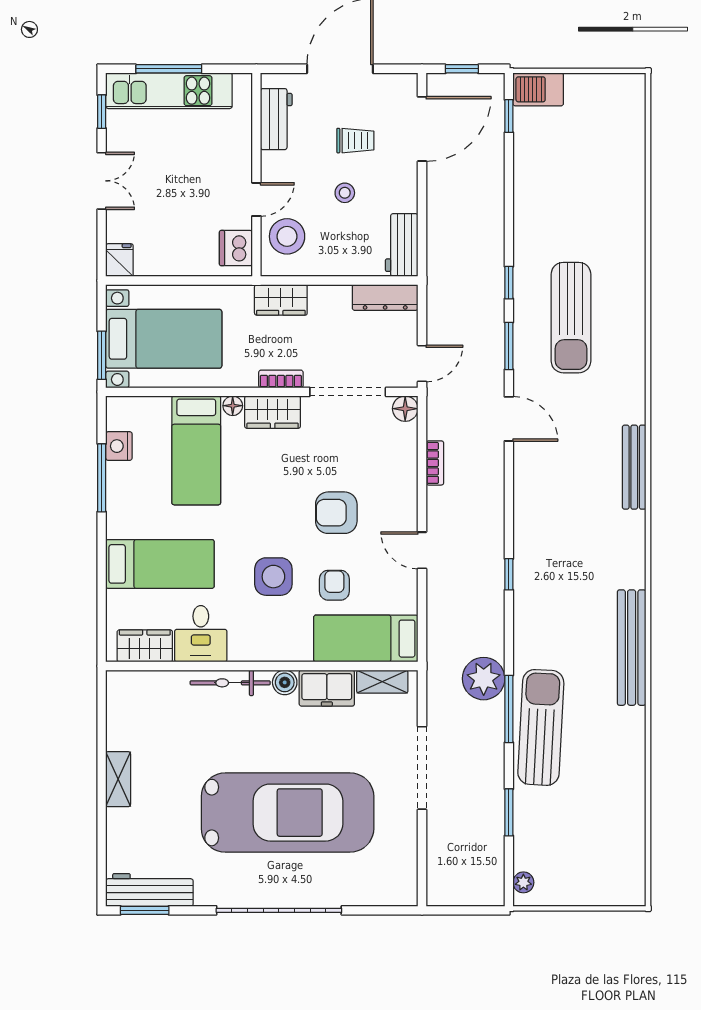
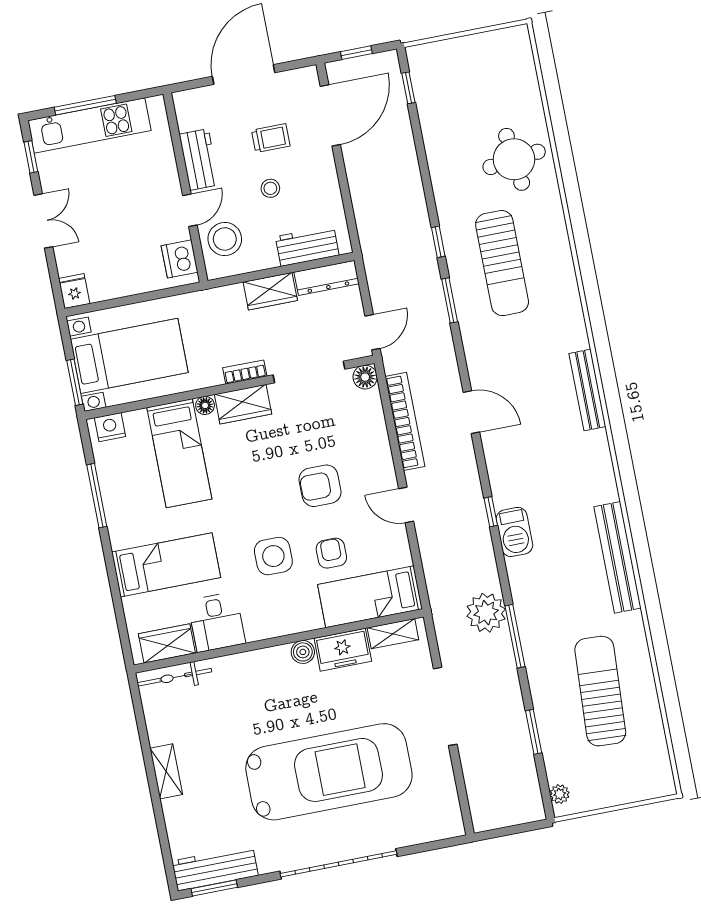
barbecue: (538, 89) -> (514, 532), moved, turned -90
workbench: (276, 119) -> (199, 159), moved
round table: (605, 212) -> (514, 159), added
workbench: (402, 245) -> (307, 246), moved, turned 90
wardrobe: (281, 300) -> (270, 291), moved
door: (509, 419) -> (471, 412), moved
nightstand: (119, 446) -> (110, 427), moved, turned 90
bookcase: (435, 463) -> (405, 421), width x2.31, depth x1.31
bicycle: (230, 683) -> (175, 677), moved
sun lounger: (541, 727) -> (600, 691), moved

